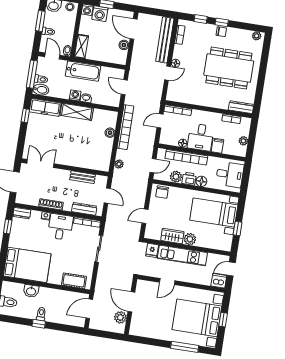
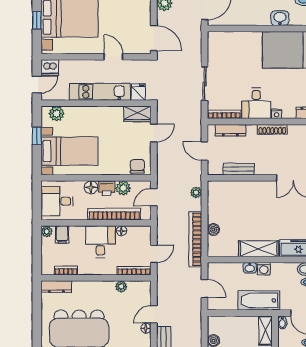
plant: (190, 99) -> (121, 286), added
plant: (243, 141) -> (47, 231), moved
filing cabinet: (217, 146) -> (62, 235), moved
wardrobe: (172, 236) -> (137, 114), moved
plant: (190, 239) -> (56, 114), moved
cot: (74, 281) -> (229, 39), removed
door: (167, 281) -> (114, 57), hinge flipped
door: (131, 302) -> (154, 38), moved

